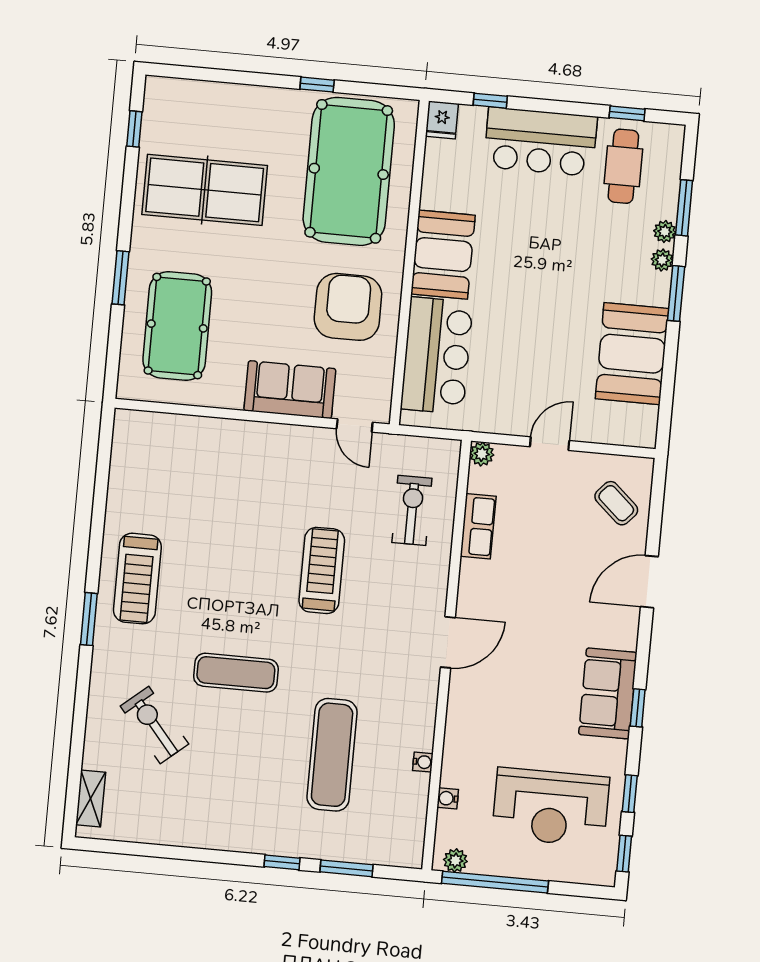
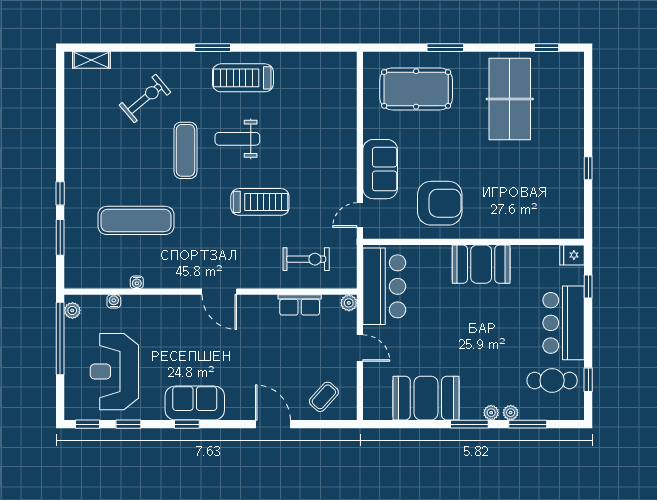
pool table: (349, 171) -> (531, 195), removed
bar counter: (437, 356) -> (384, 286), moved, turned -90
weight bench: (226, 595) -> (237, 139), added

